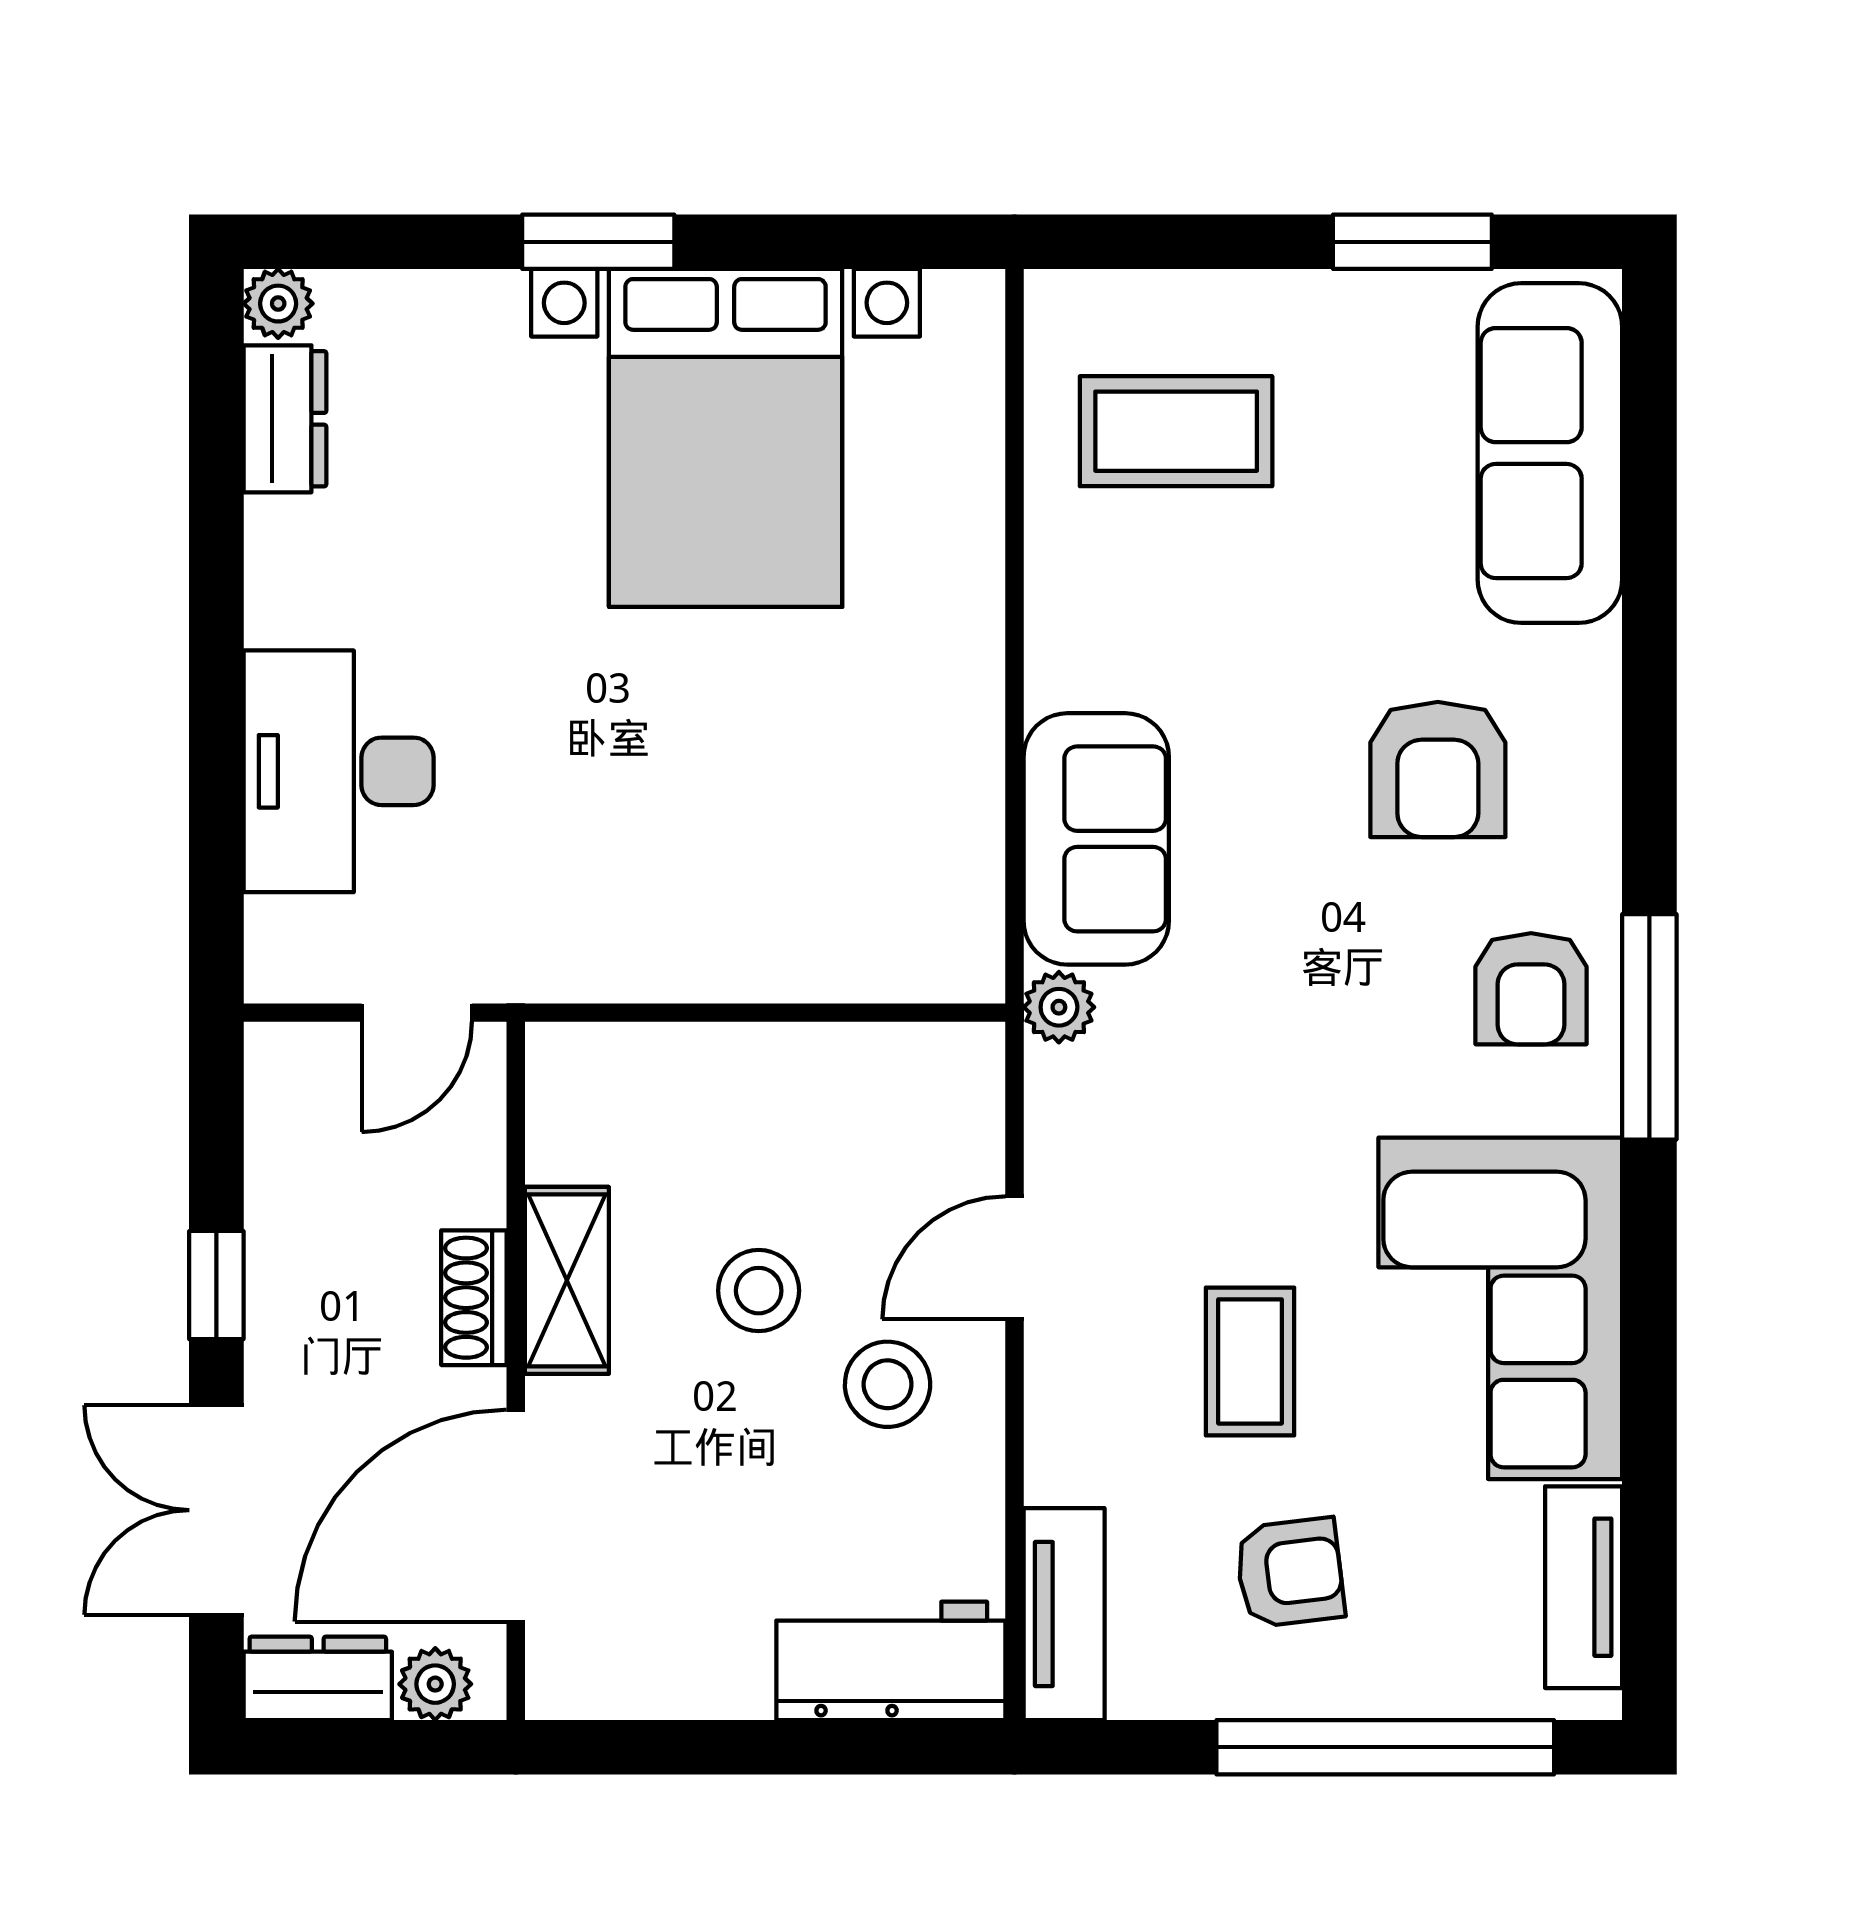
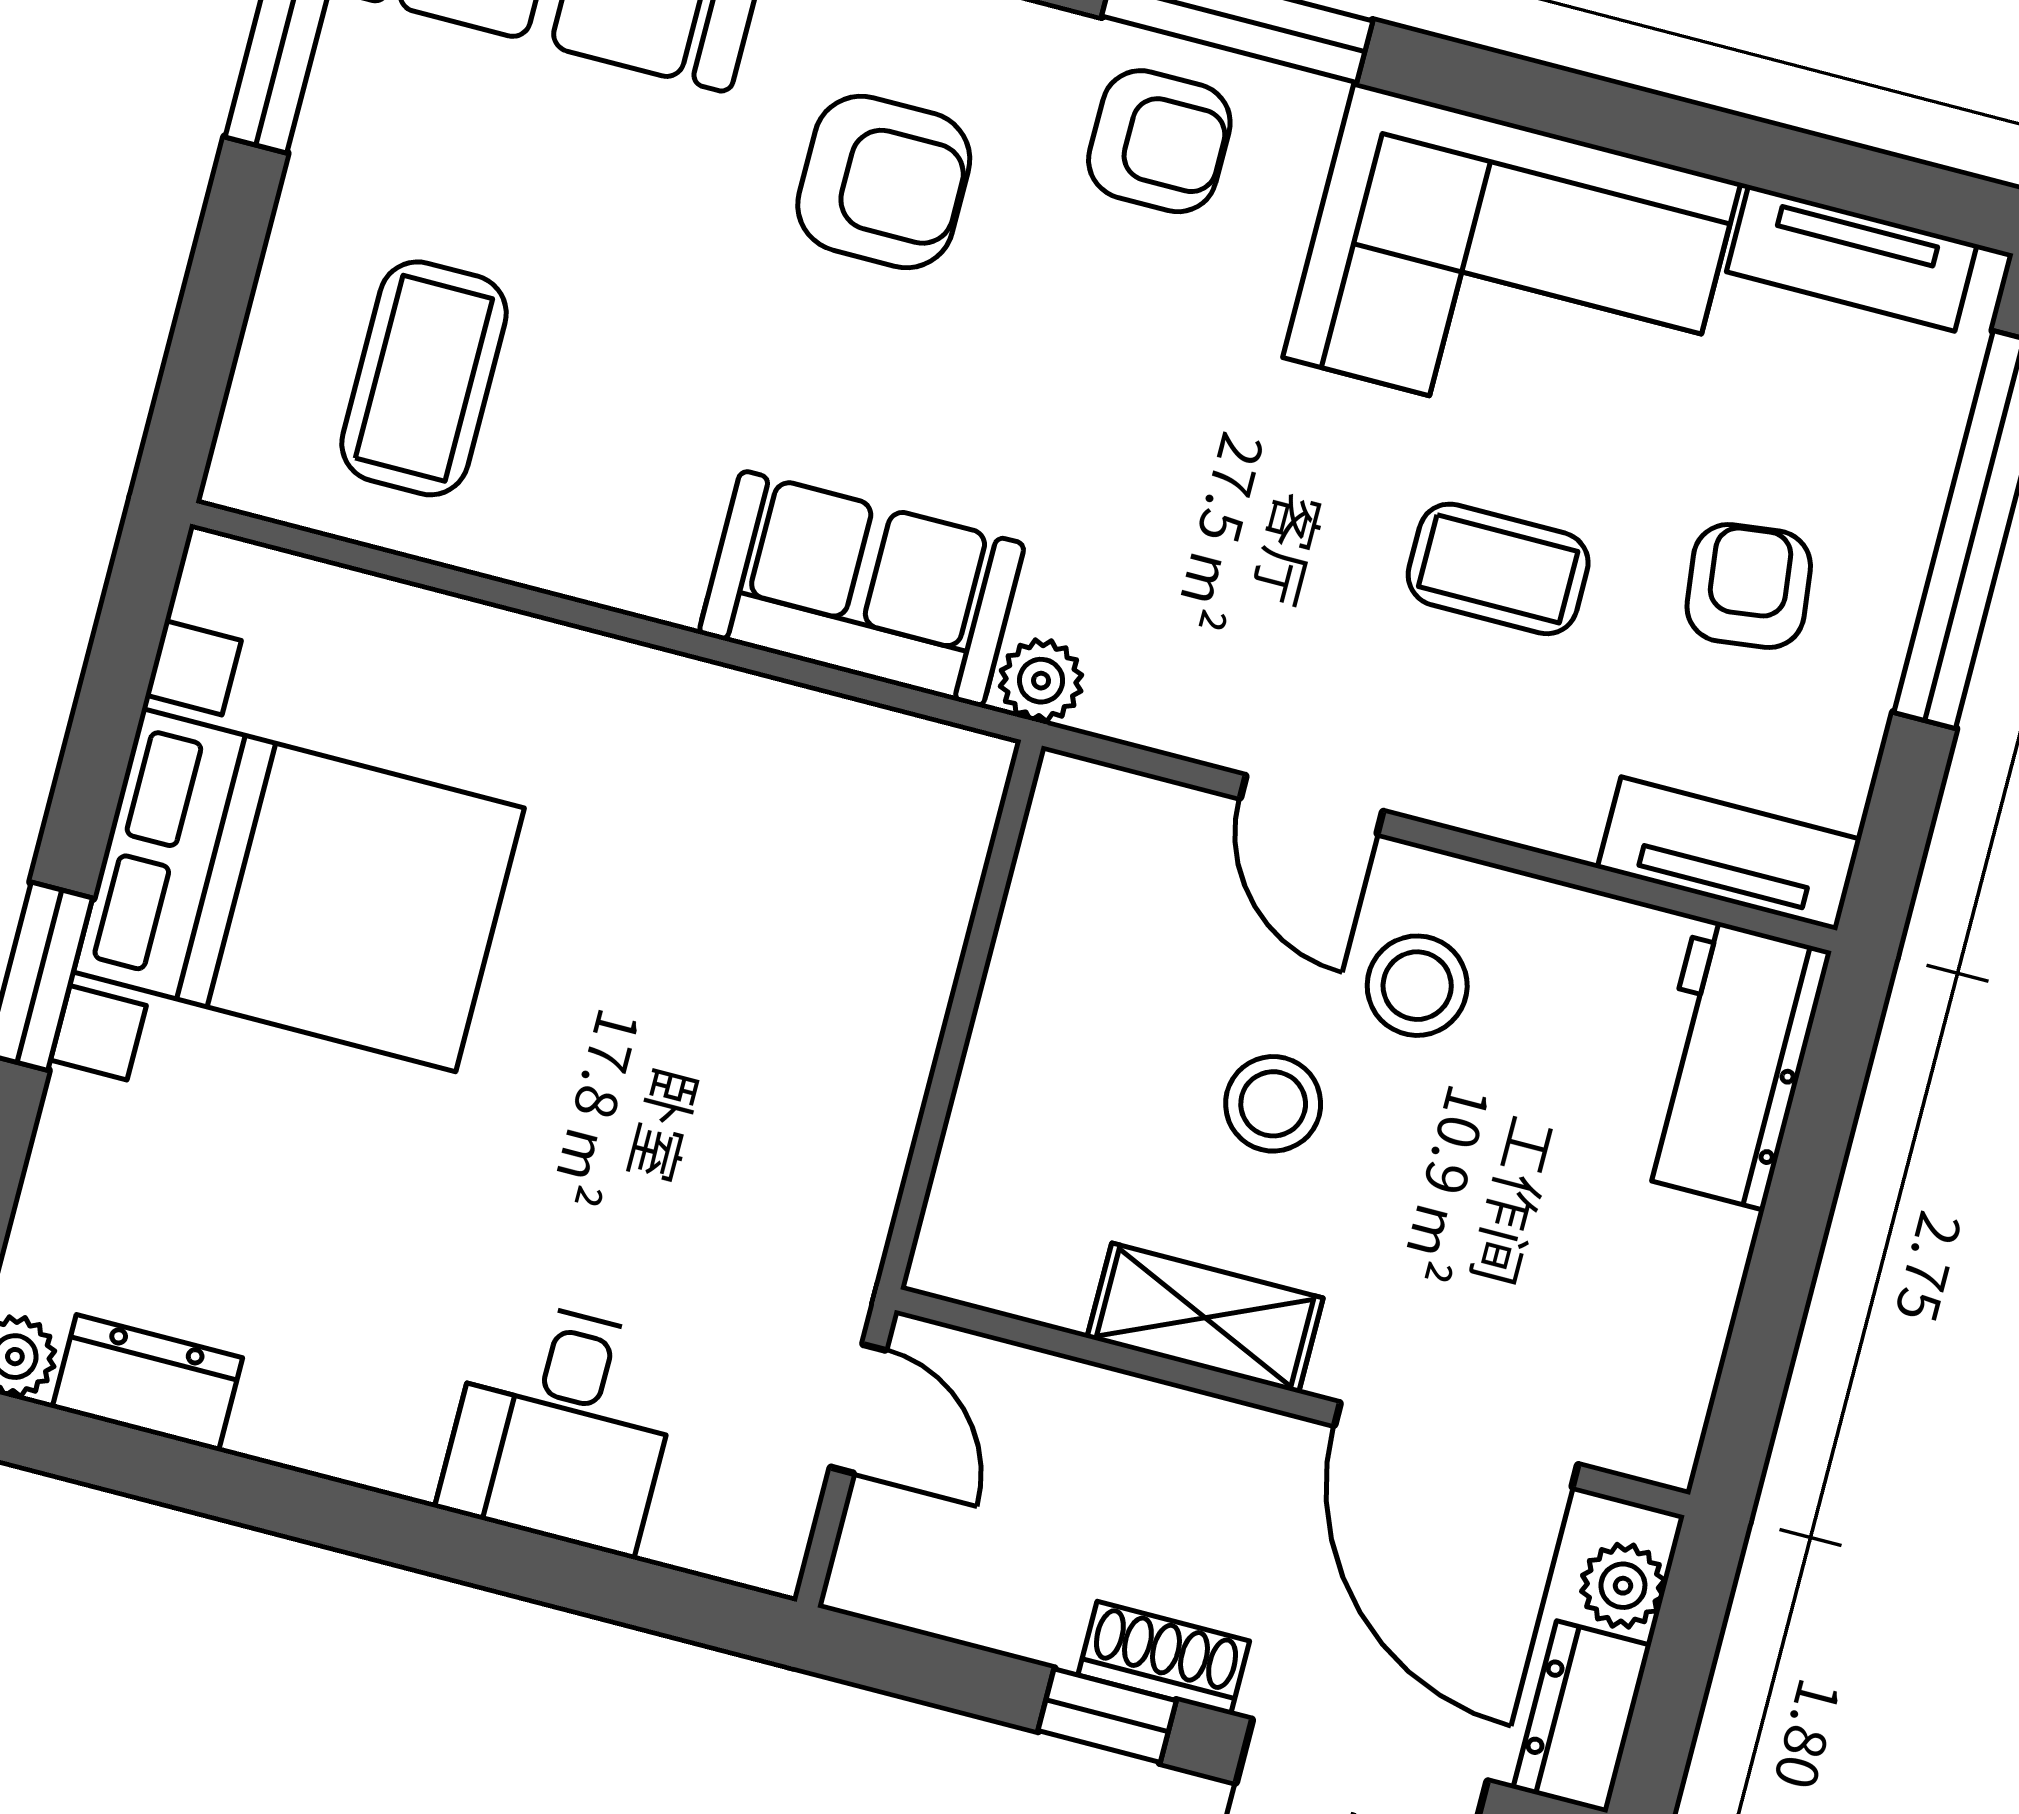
desk: (339, 771) -> (562, 1426), width x0.73
shoe rack: (474, 1298) -> (1164, 1658), moved, turned 180

